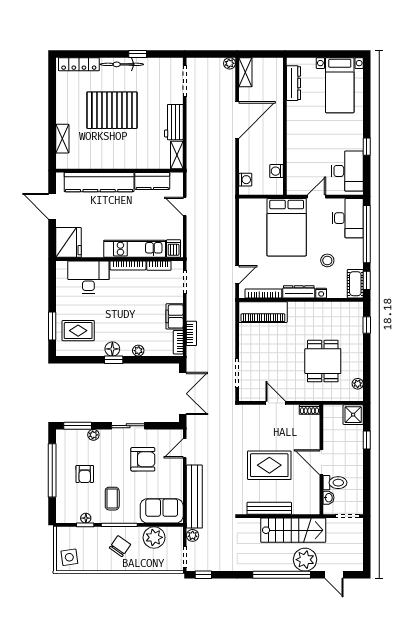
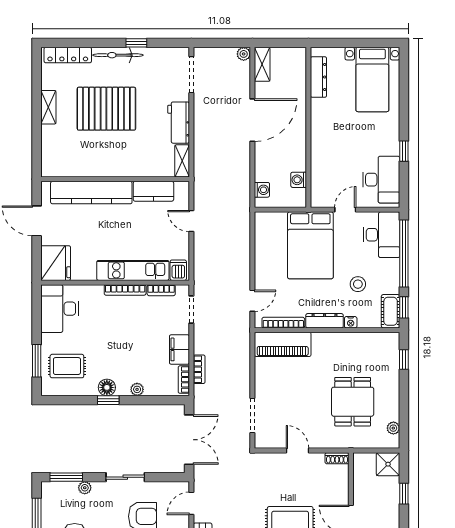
shelving: (62, 139) -> (48, 107), moved
desk: (88, 277) -> (60, 309), moved, turned -90

